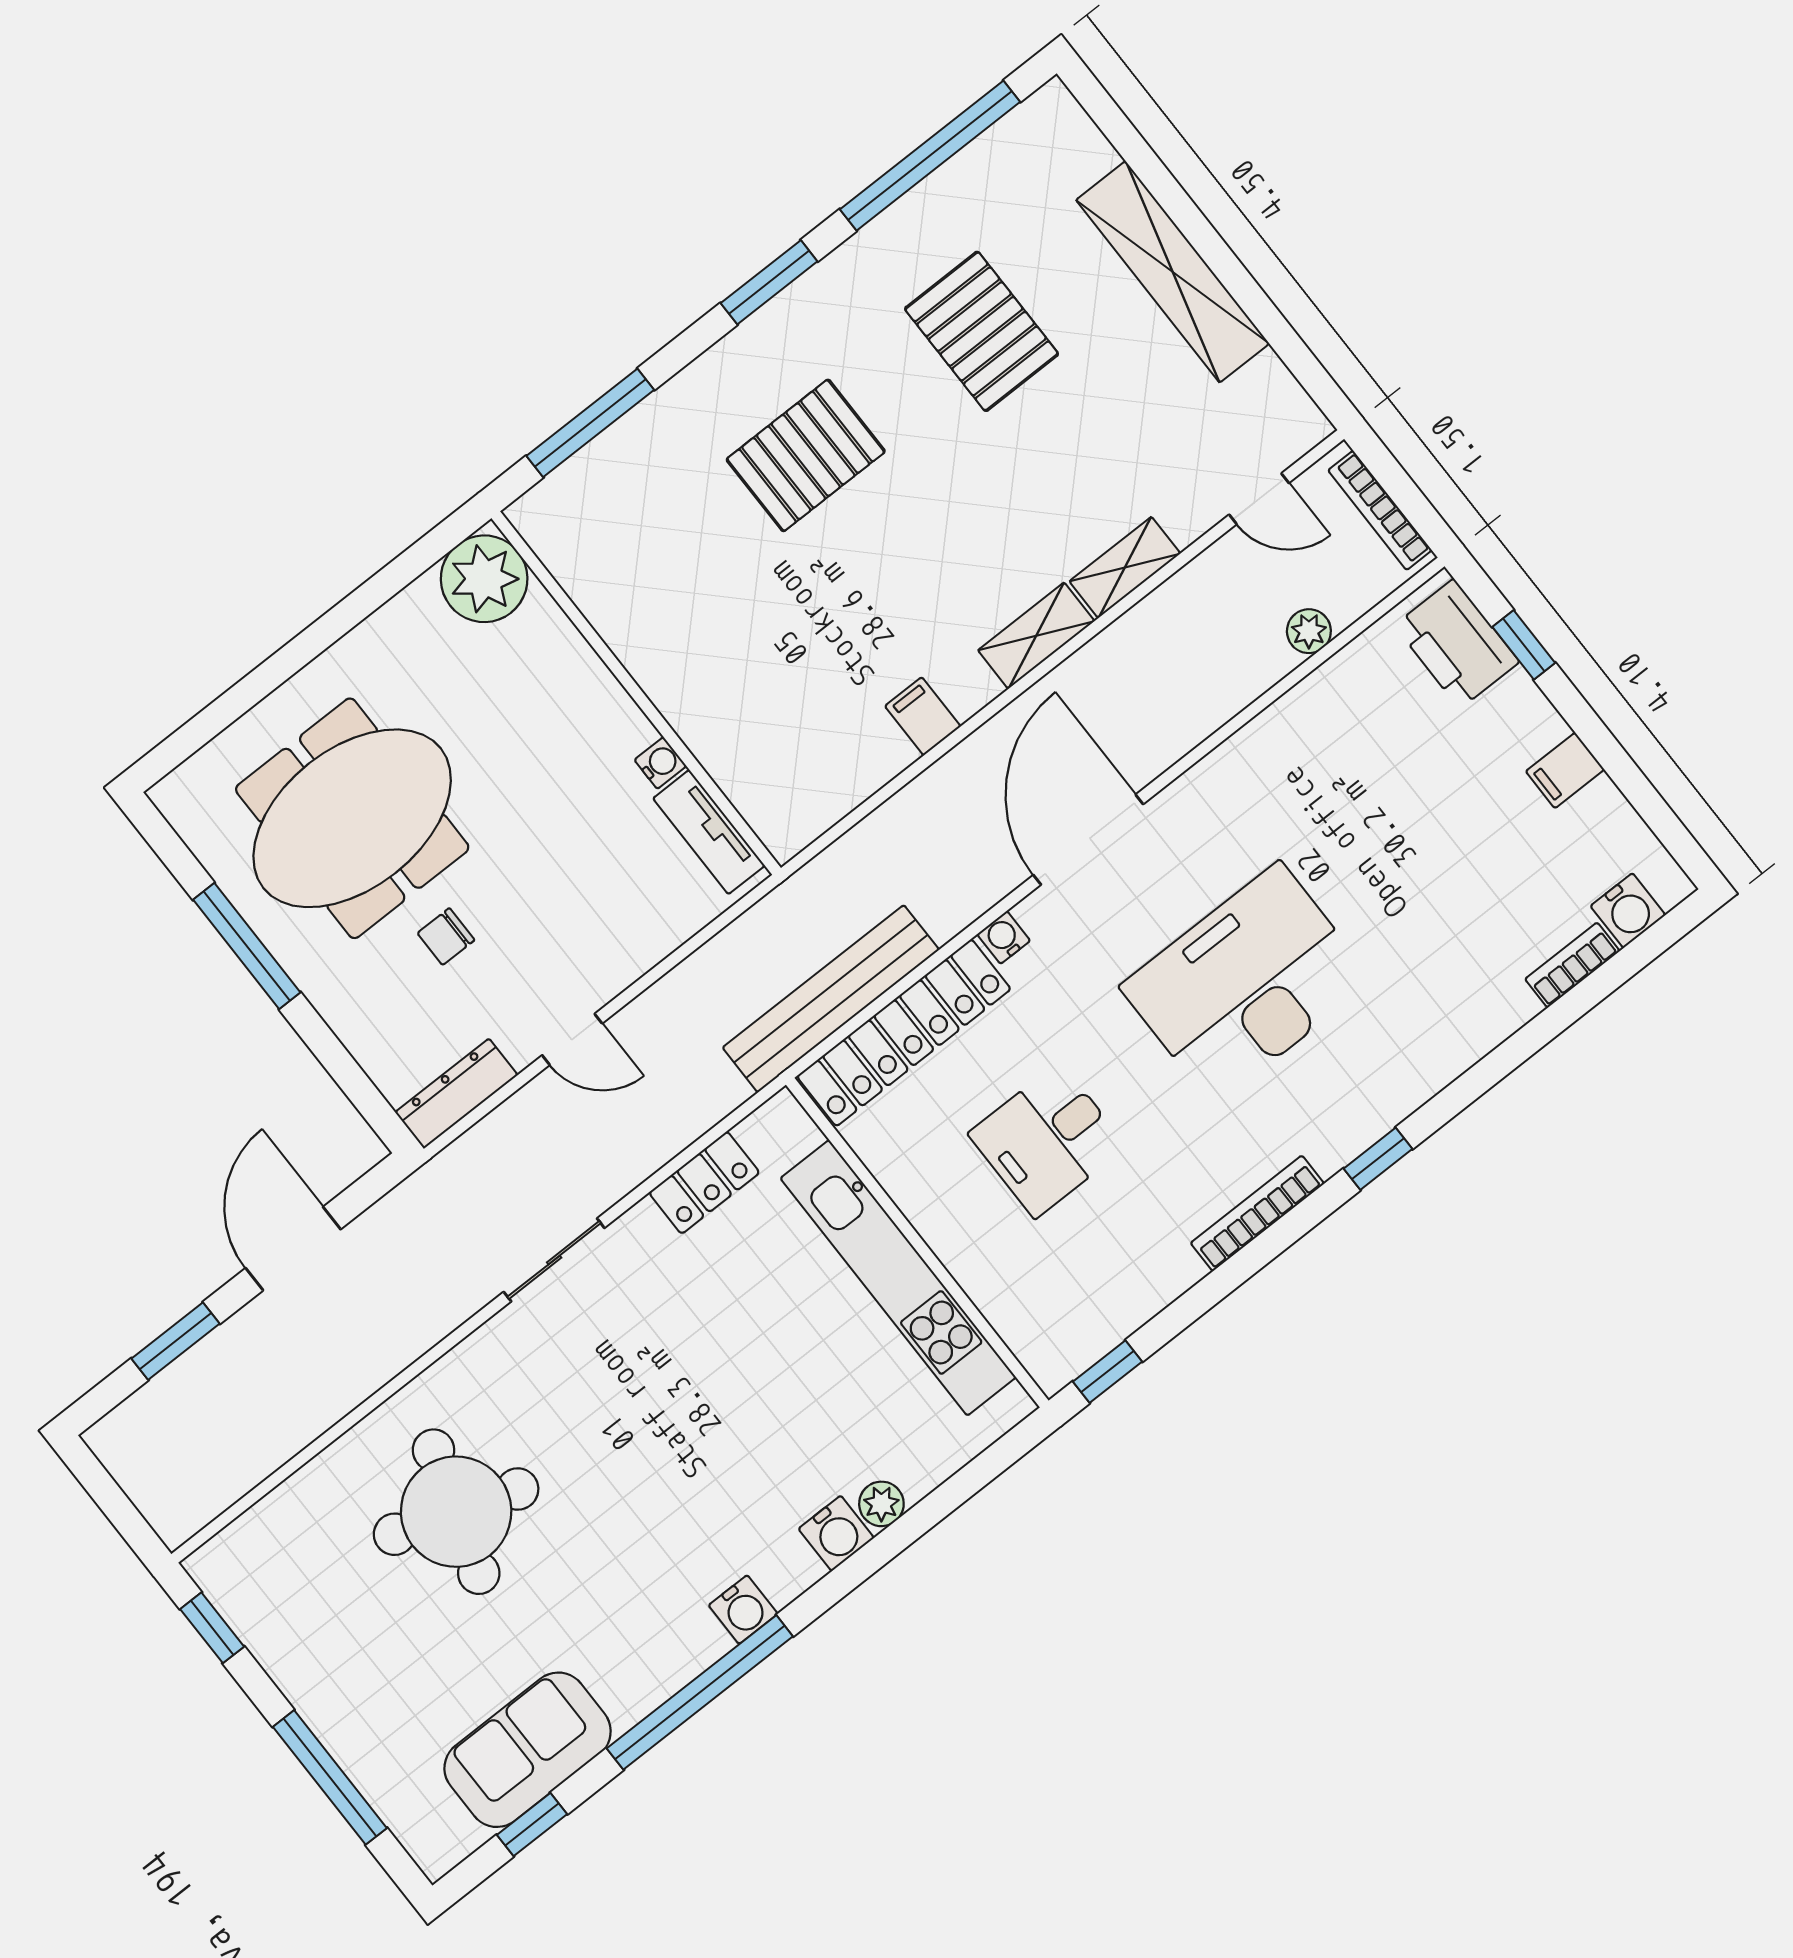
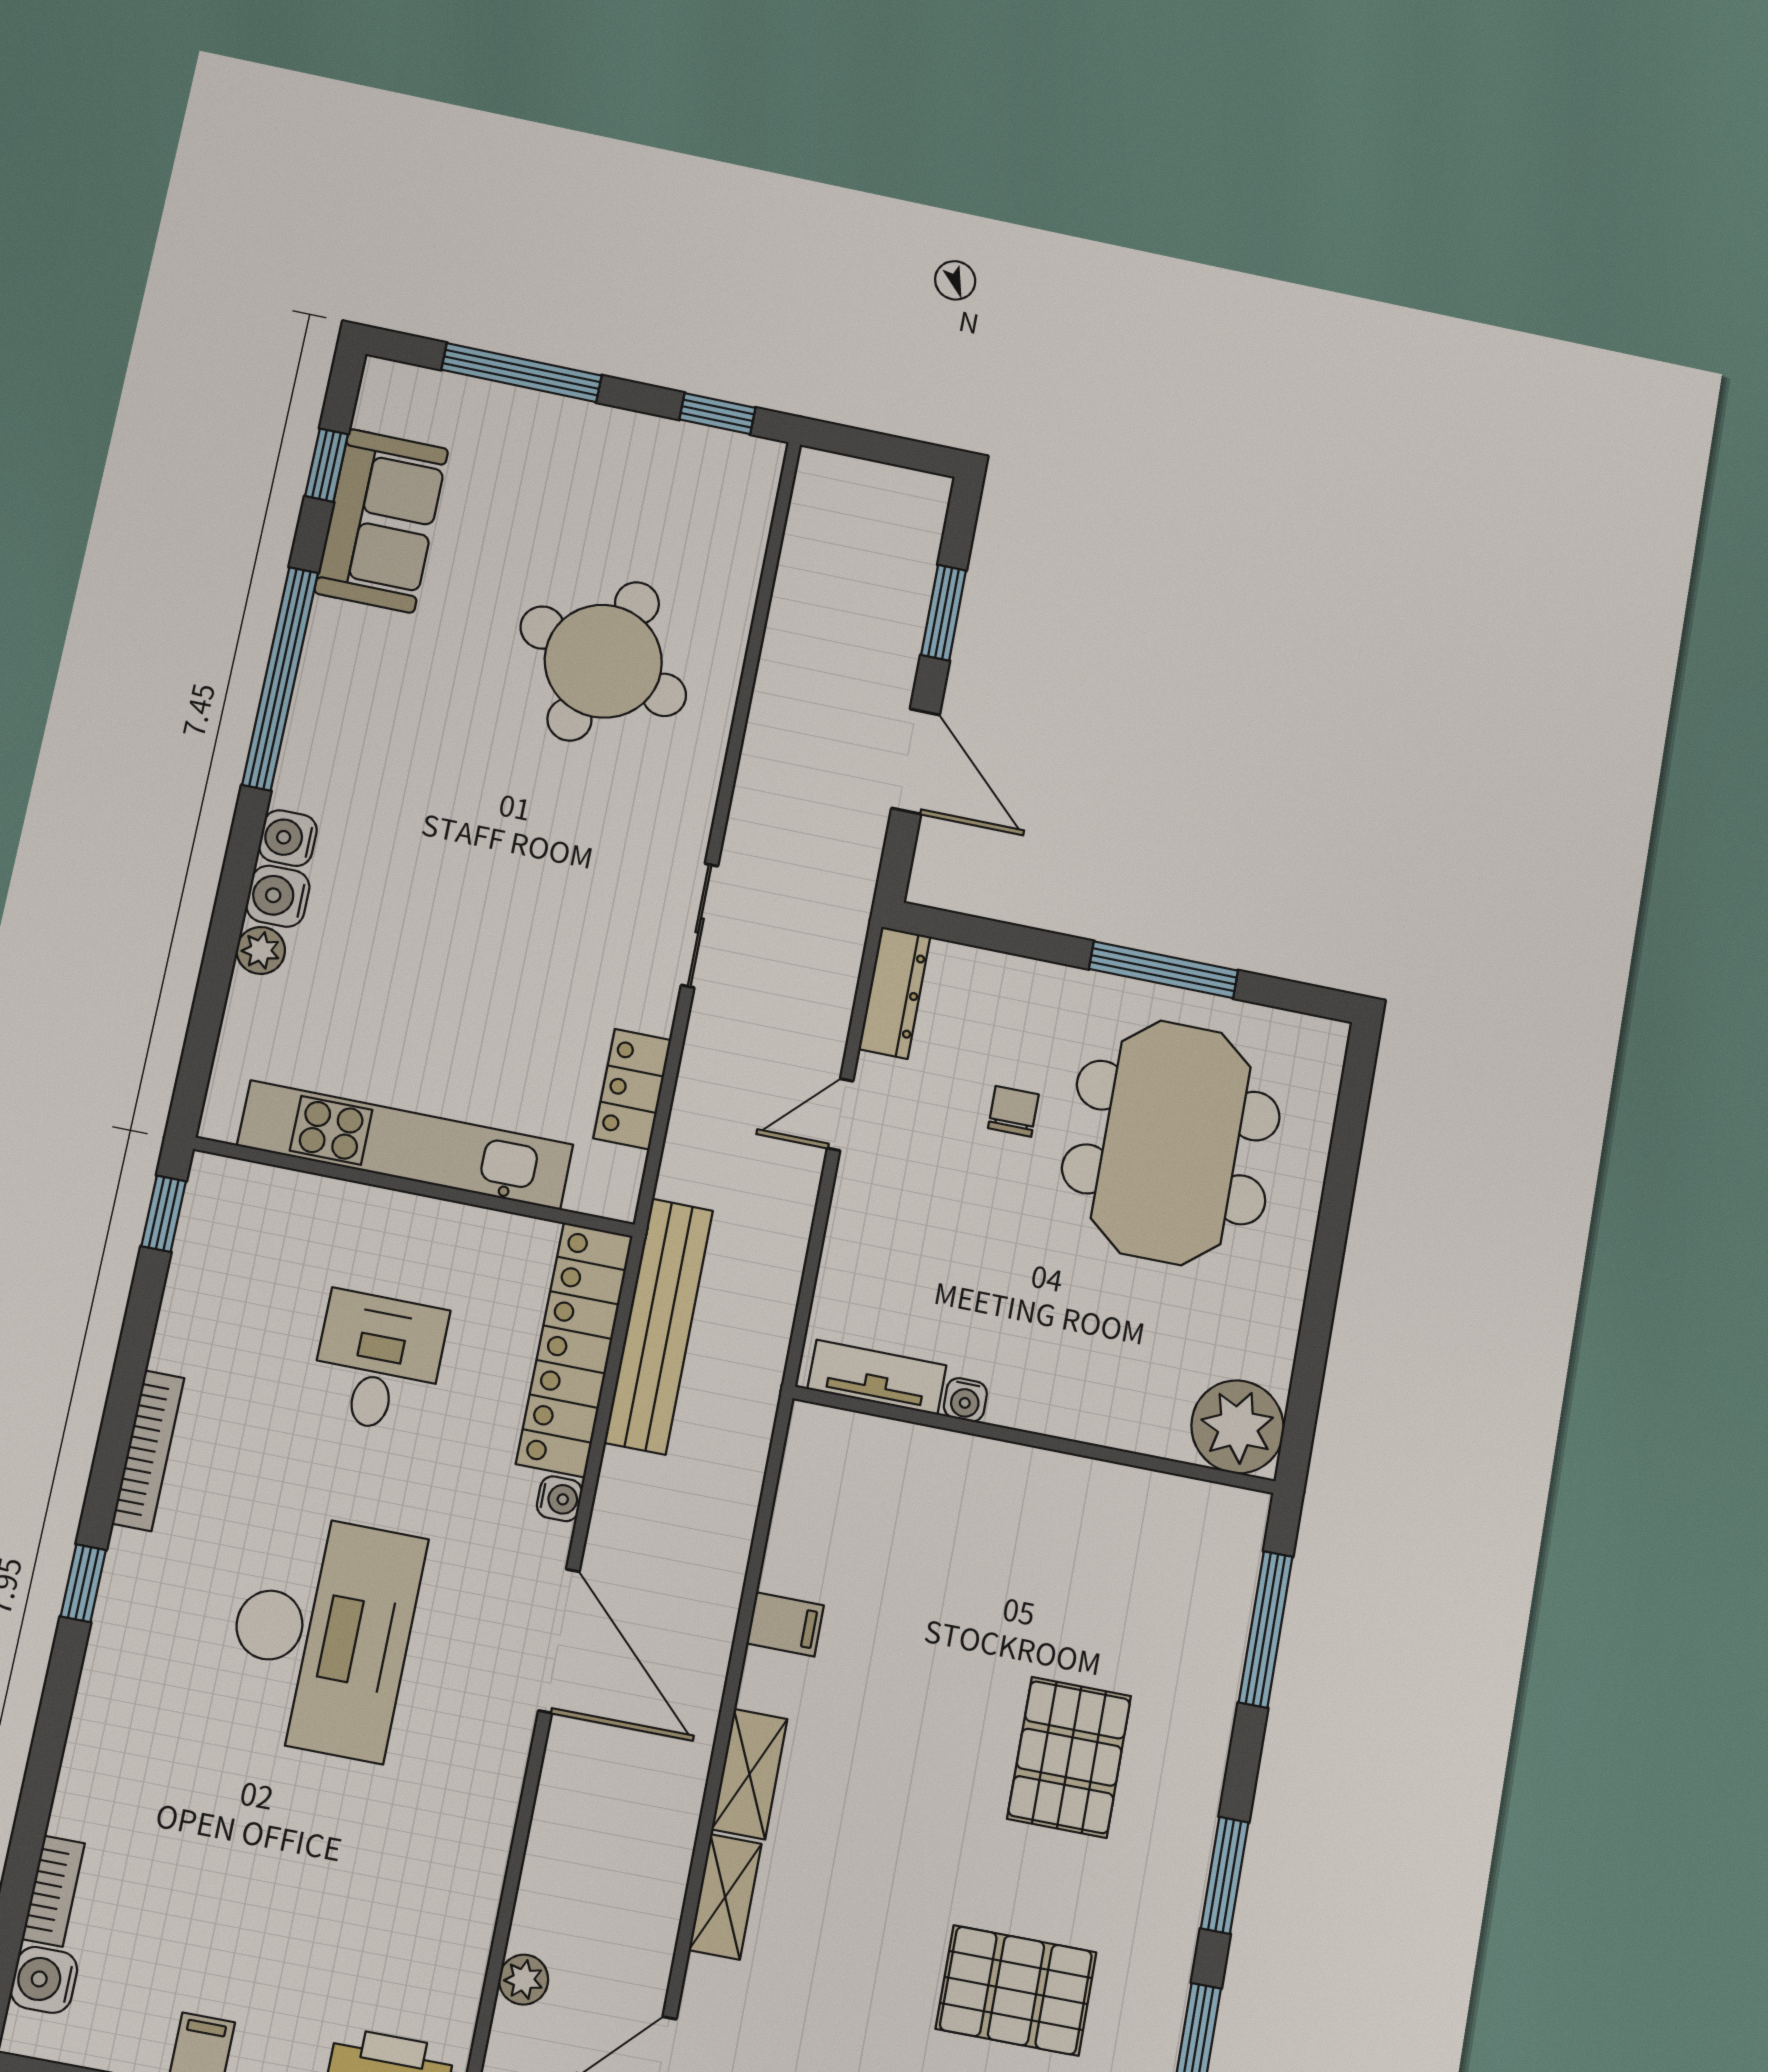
water cooler: (743, 1610) -> (288, 838), moved

